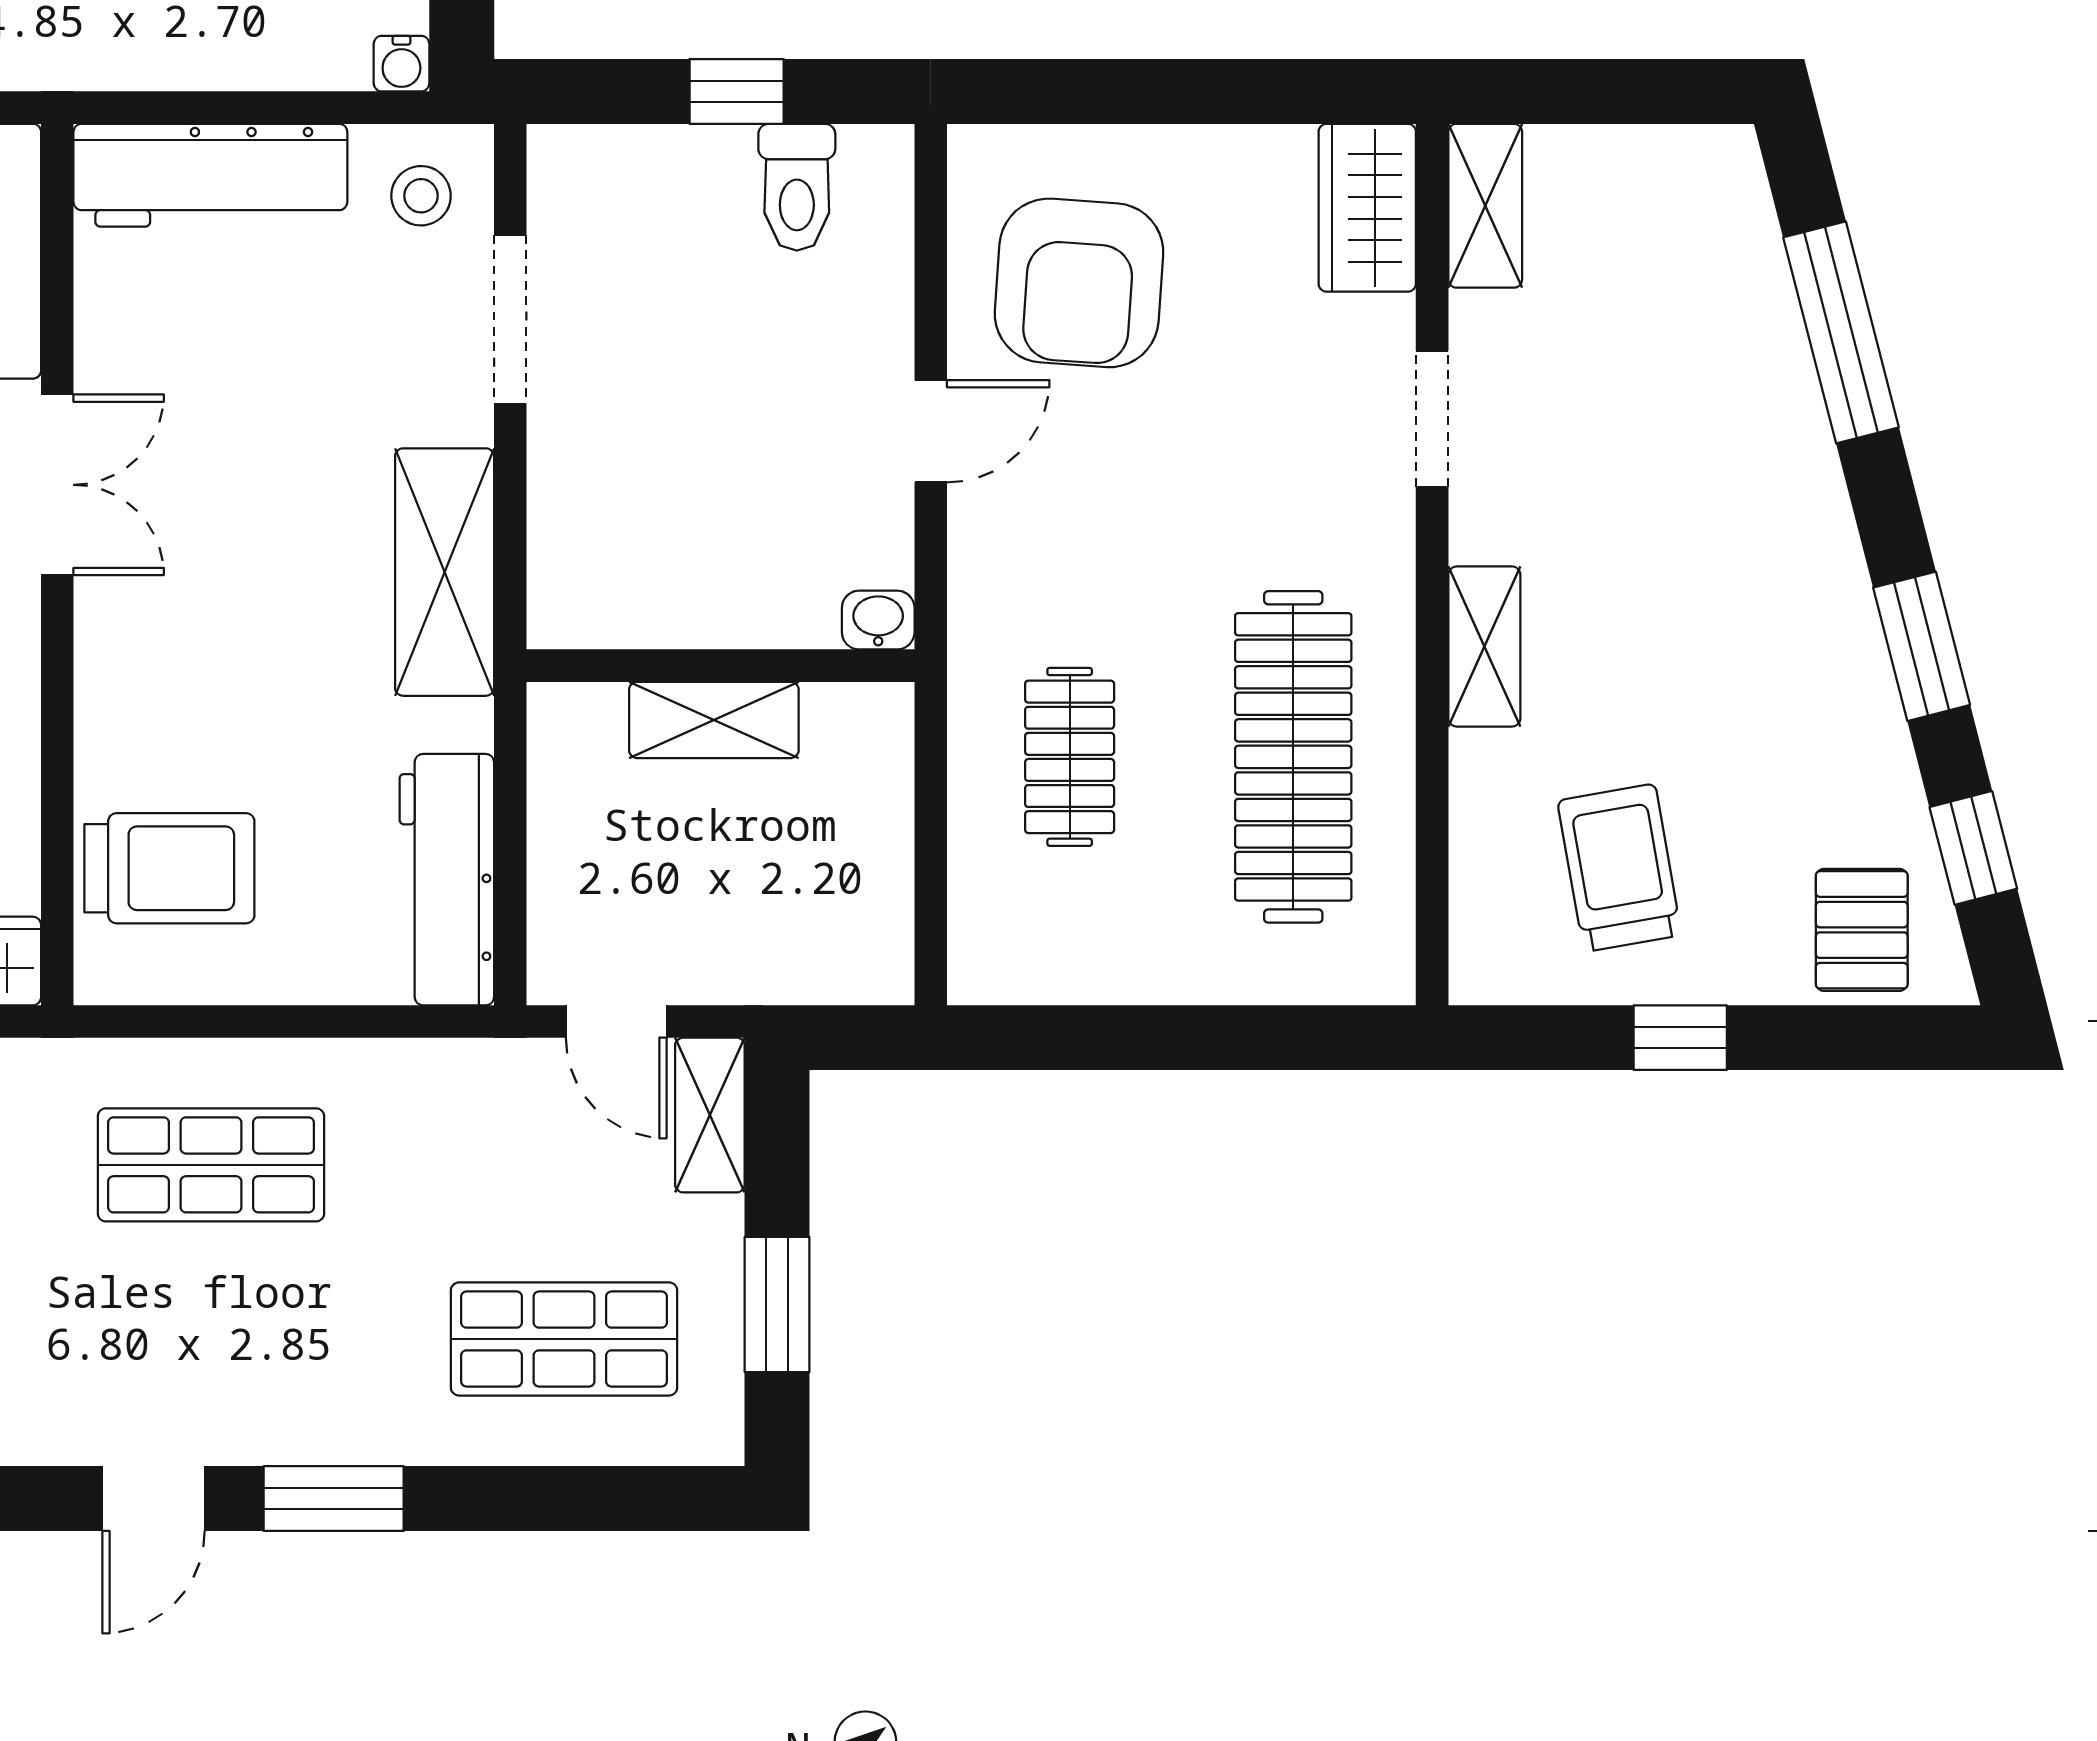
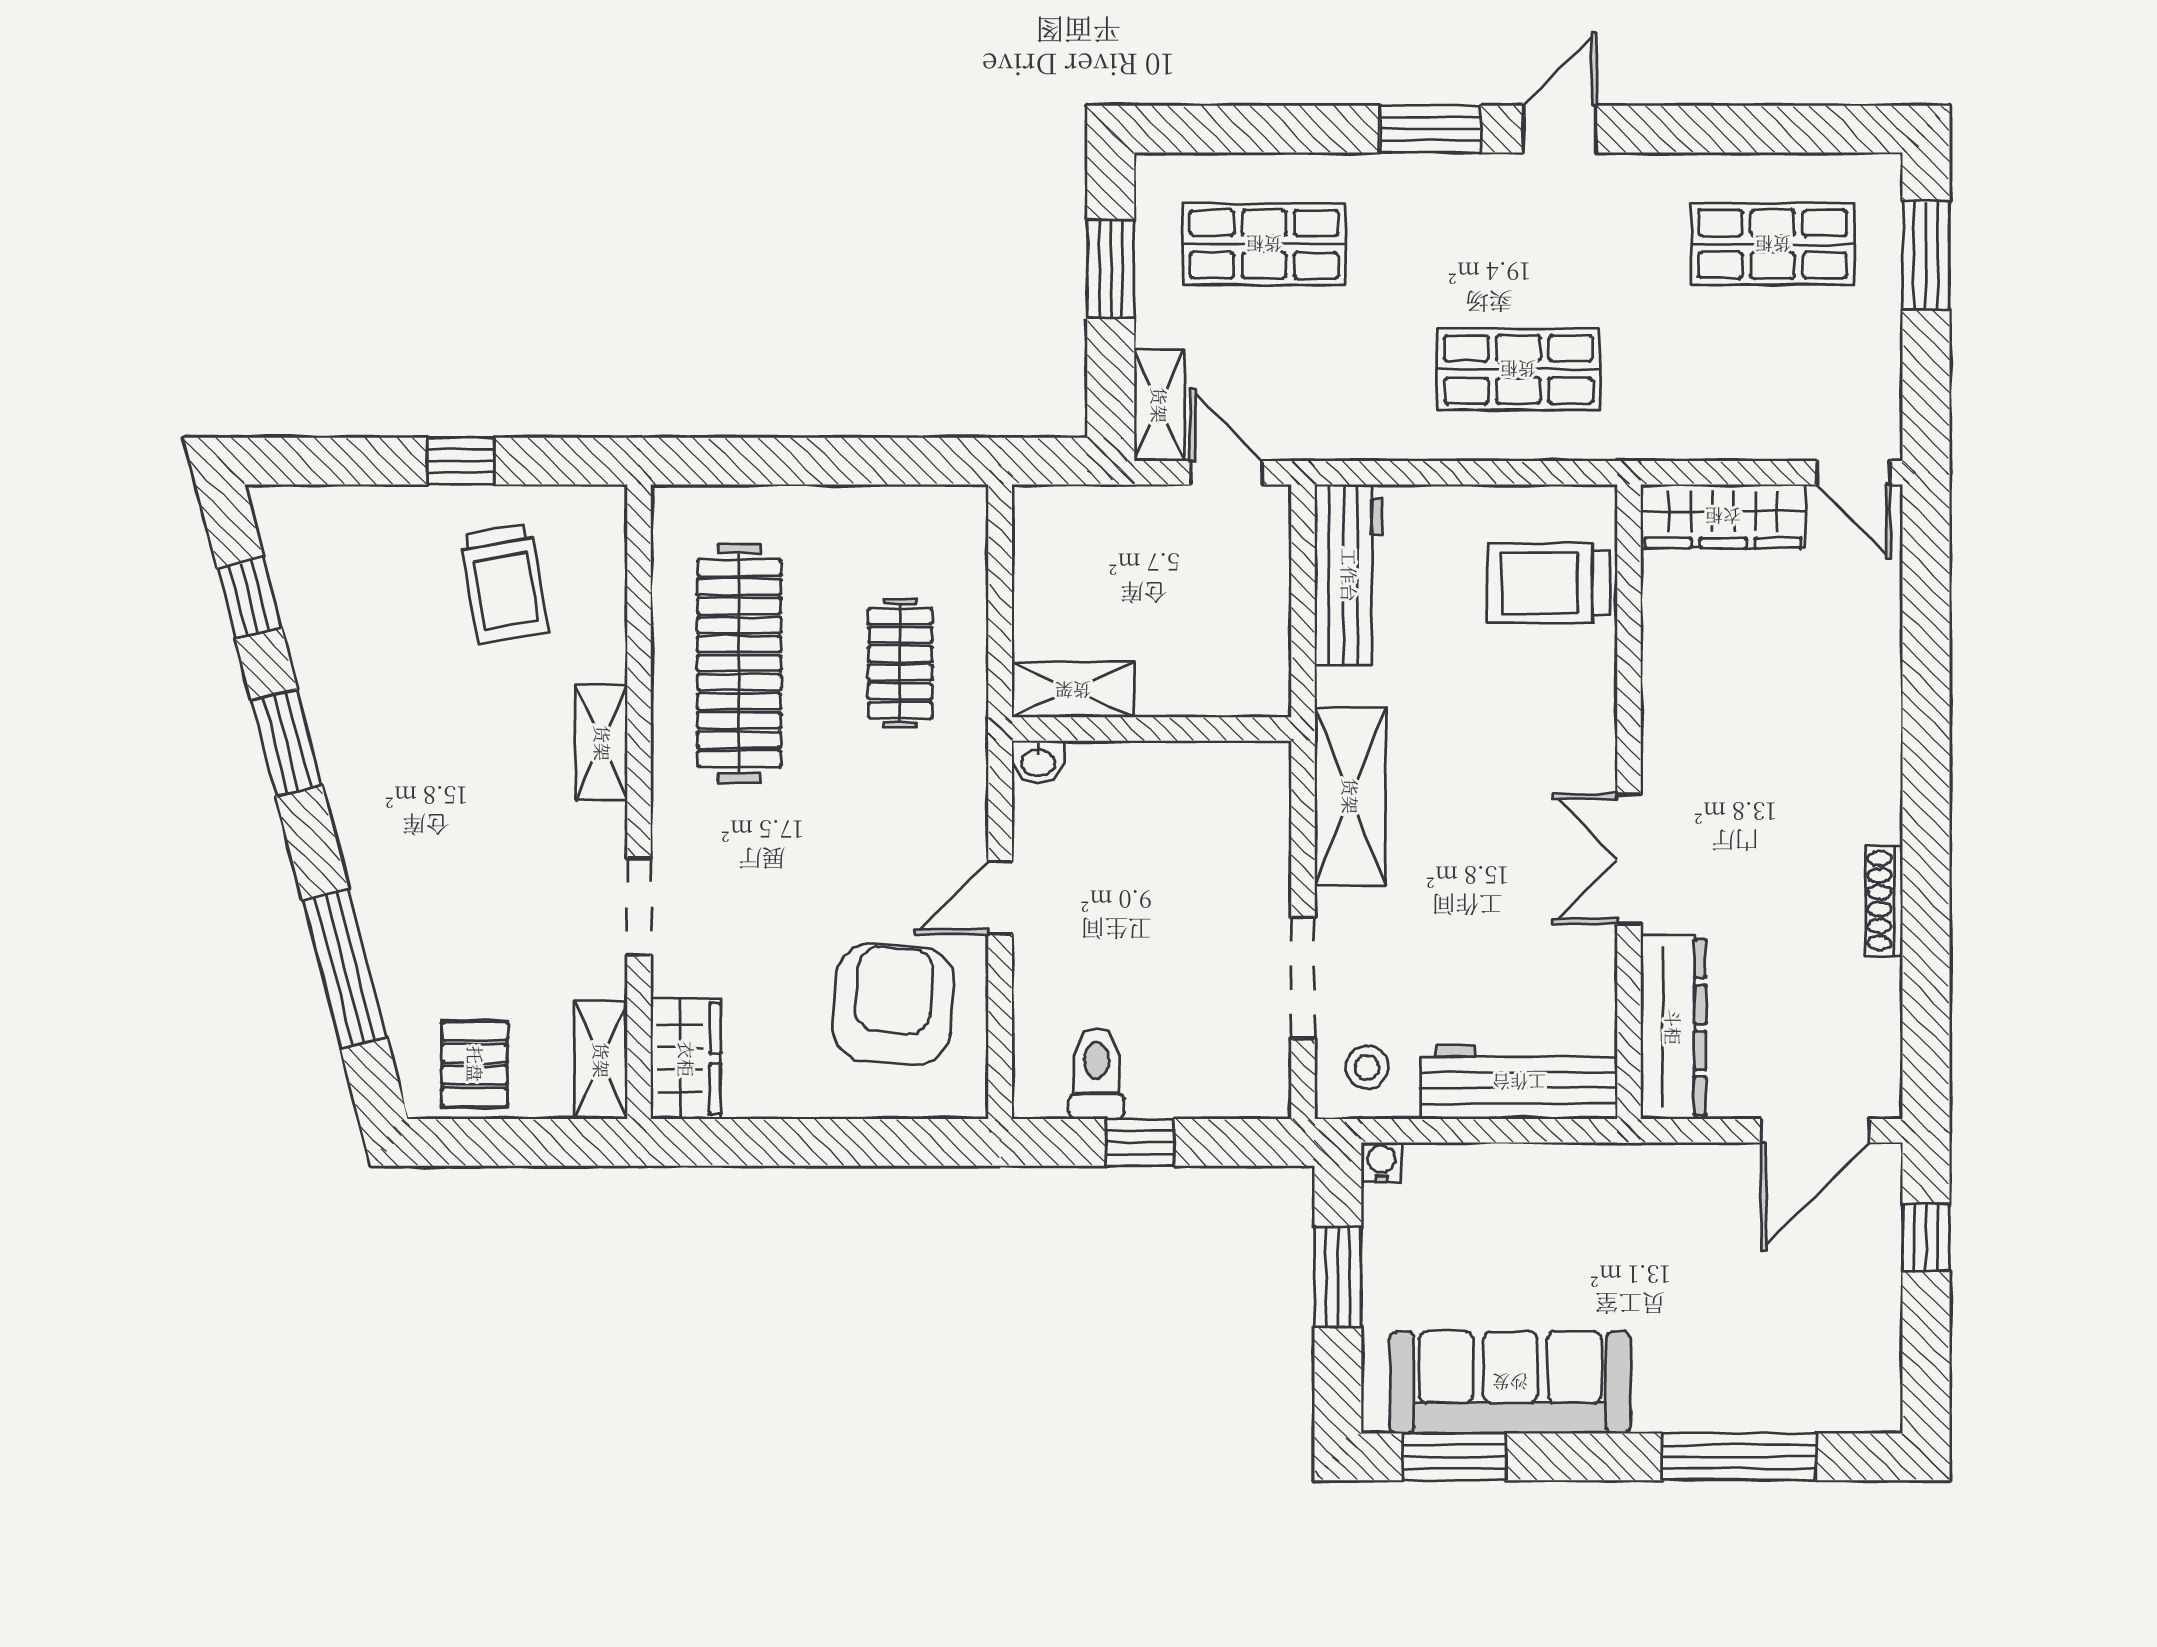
shelving: (714, 720) -> (1073, 690), moved
pallet: (1862, 930) -> (475, 1064), moved

